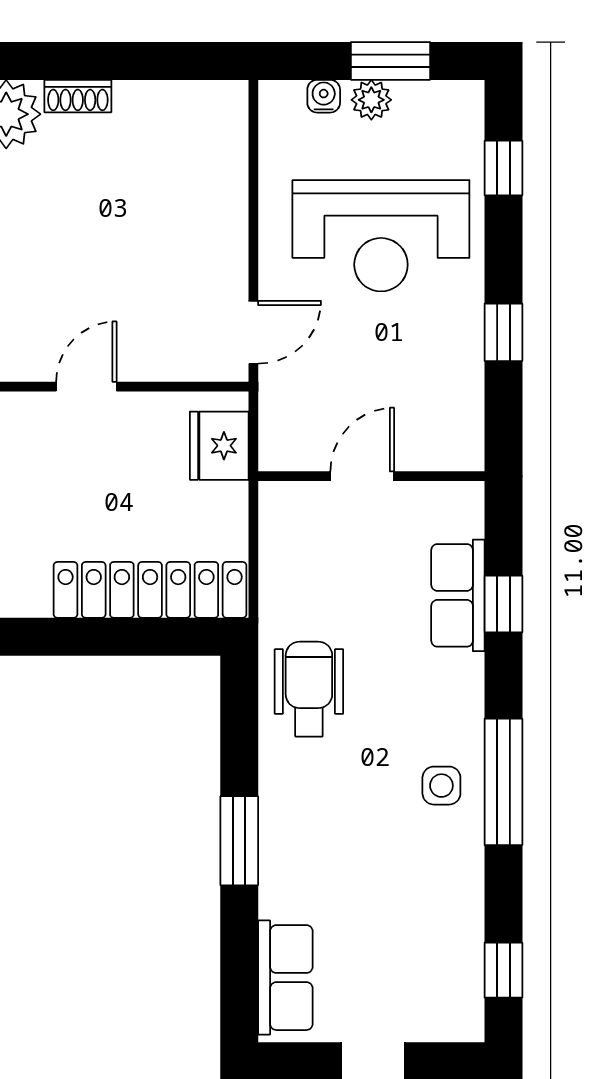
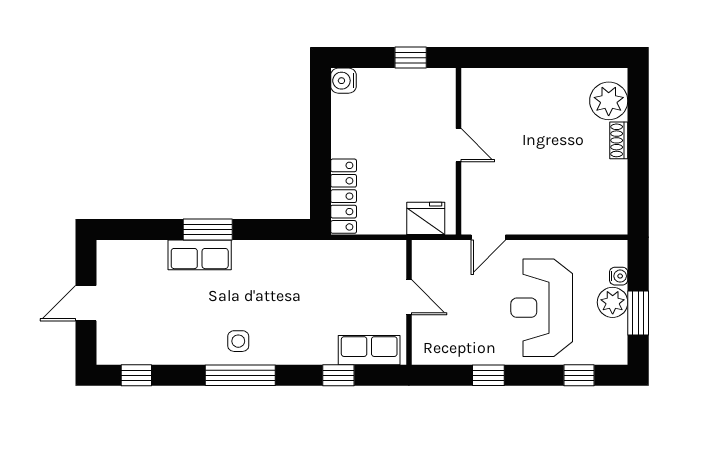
plant: (371, 100) -> (613, 302), width x1.38, depth x1.38
door: (253, 332) -> (488, 237), hinge flipped
locker: (150, 590) -> (344, 196), width x0.71, depth x0.83
row of seats: (458, 595) -> (369, 350), moved
wheelchair: (309, 689) -> (291, 268), removed
row of seats: (285, 978) -> (200, 255), moved

